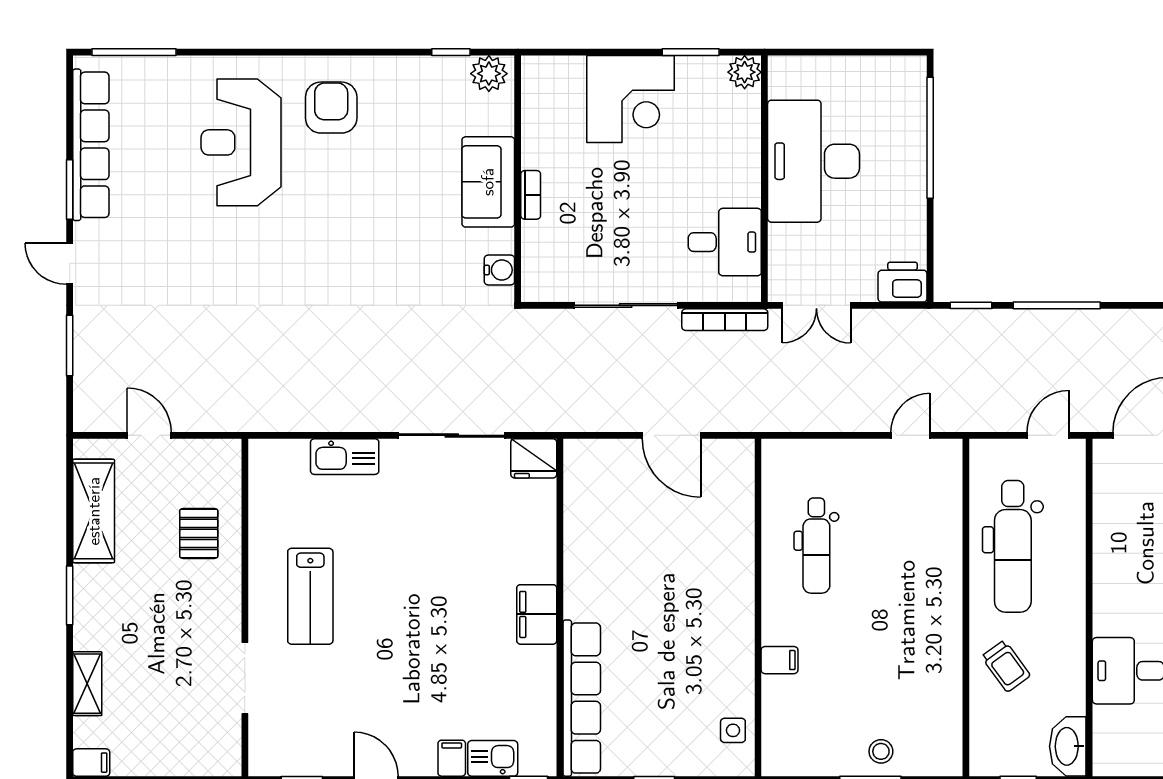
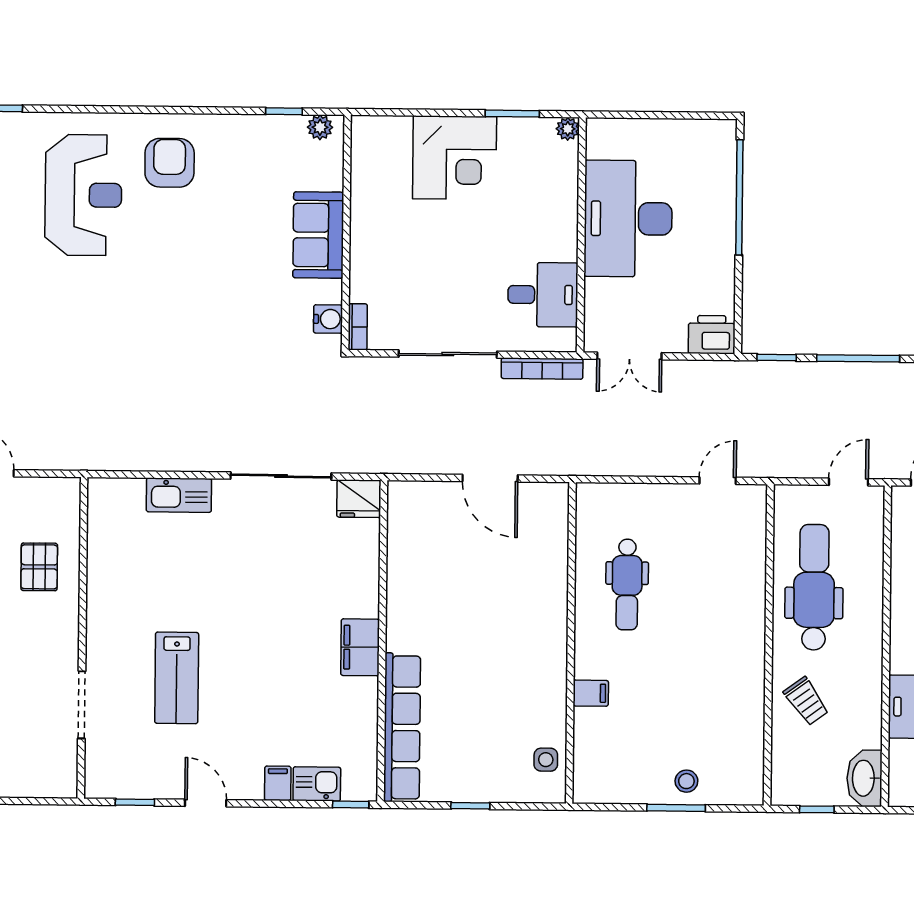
plant: (745, 72) -> (568, 129), width x0.73, depth x0.73
plant: (489, 74) -> (320, 127), width x0.73, depth x0.73
reception desk: (241, 142) -> (83, 195), turned 180
bookcase: (531, 195) -> (358, 327), moved
dental chair: (1013, 546) -> (814, 587), turned 180
lab bench: (310, 596) -> (177, 678), moved

